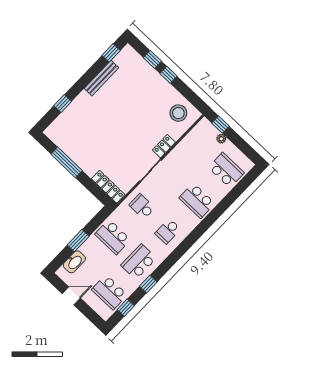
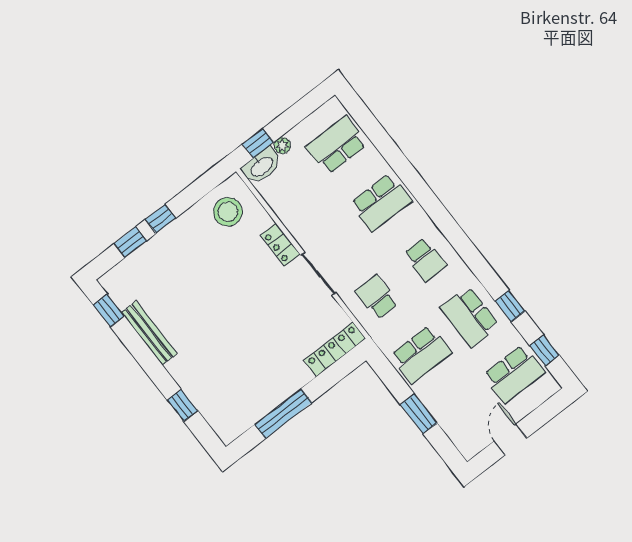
school desk: (142, 206) -> (377, 297), turned 90
washbasin: (74, 262) -> (262, 166), moved, turned 90

